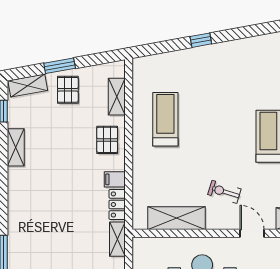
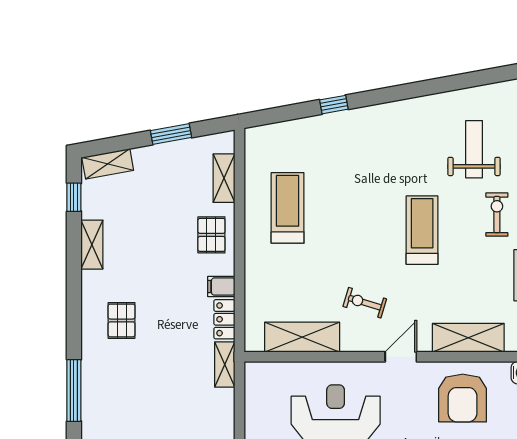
window: (60, 66) -> (171, 134), moved
pallet: (68, 90) -> (122, 320), moved
door: (252, 233) -> (401, 357), hinge flipped

